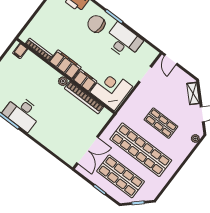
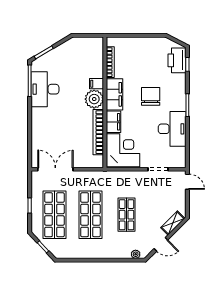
chair: (96, 24) -> (151, 96), moved
filing cabinet: (20, 51) -> (97, 84), moved
door: (171, 59) -> (187, 182), swing flipped
plant: (63, 81) -> (94, 99), width x1.87, depth x1.87
double door: (87, 150) -> (55, 169), swing flipped
shop shelf: (141, 150) -> (90, 215), width x0.71

